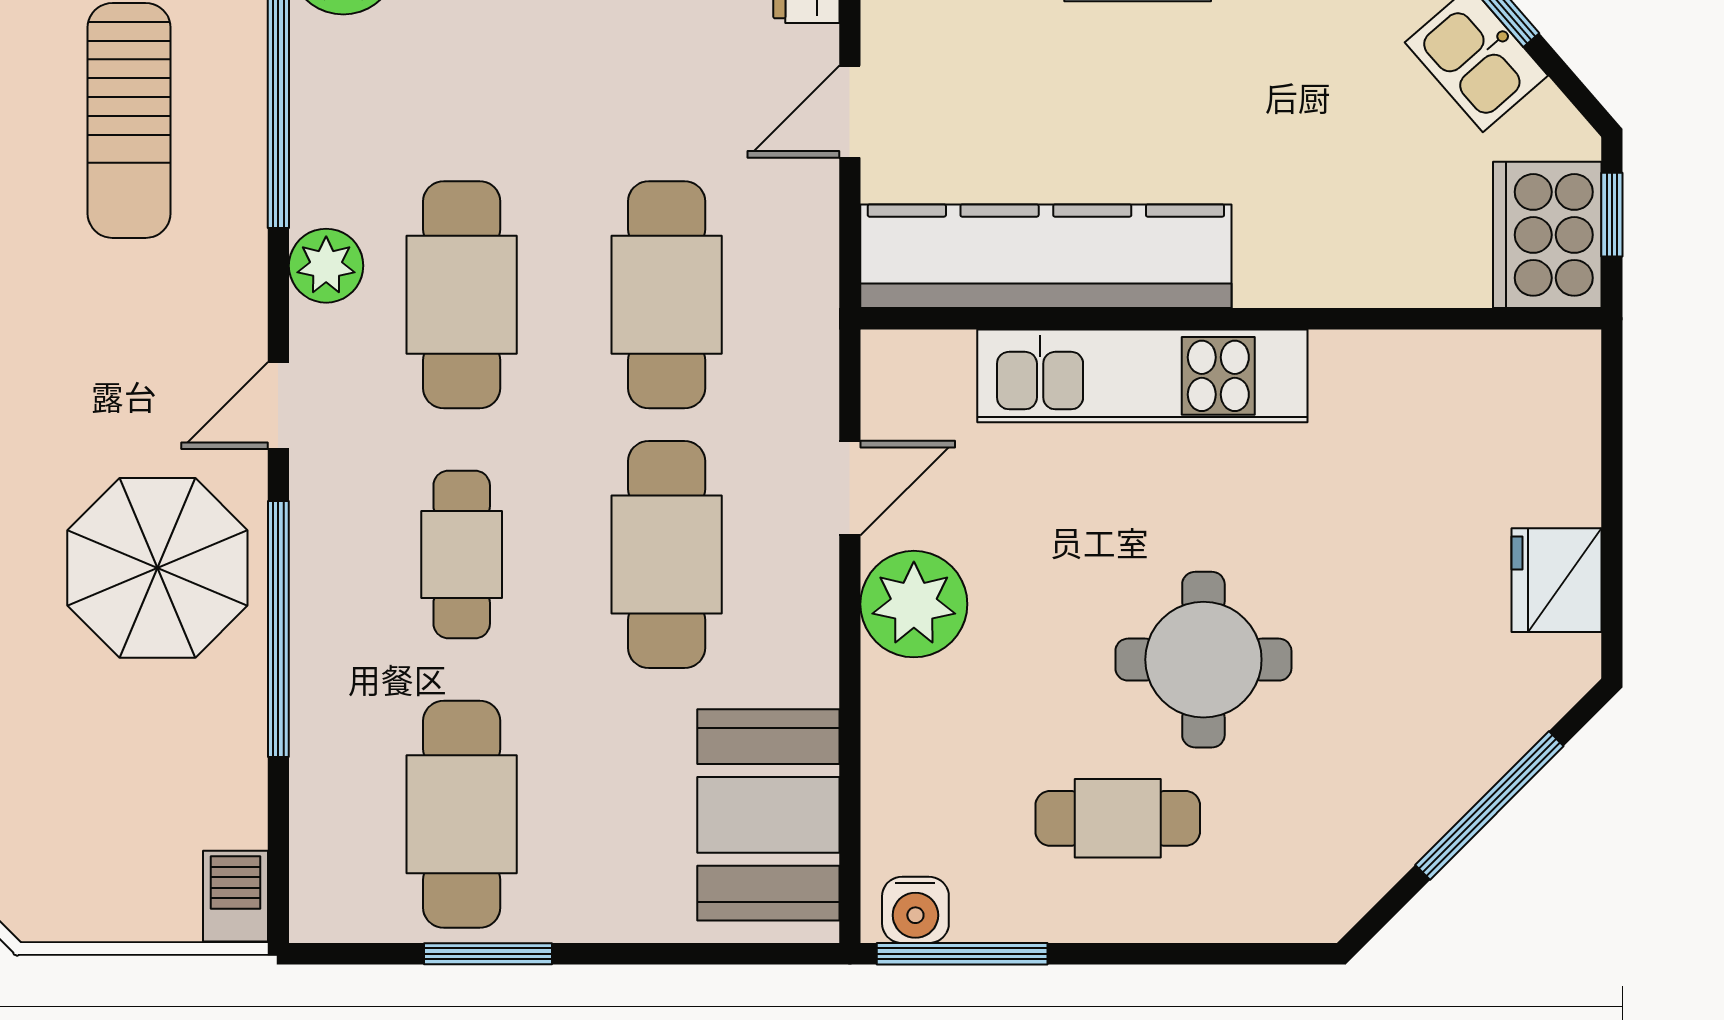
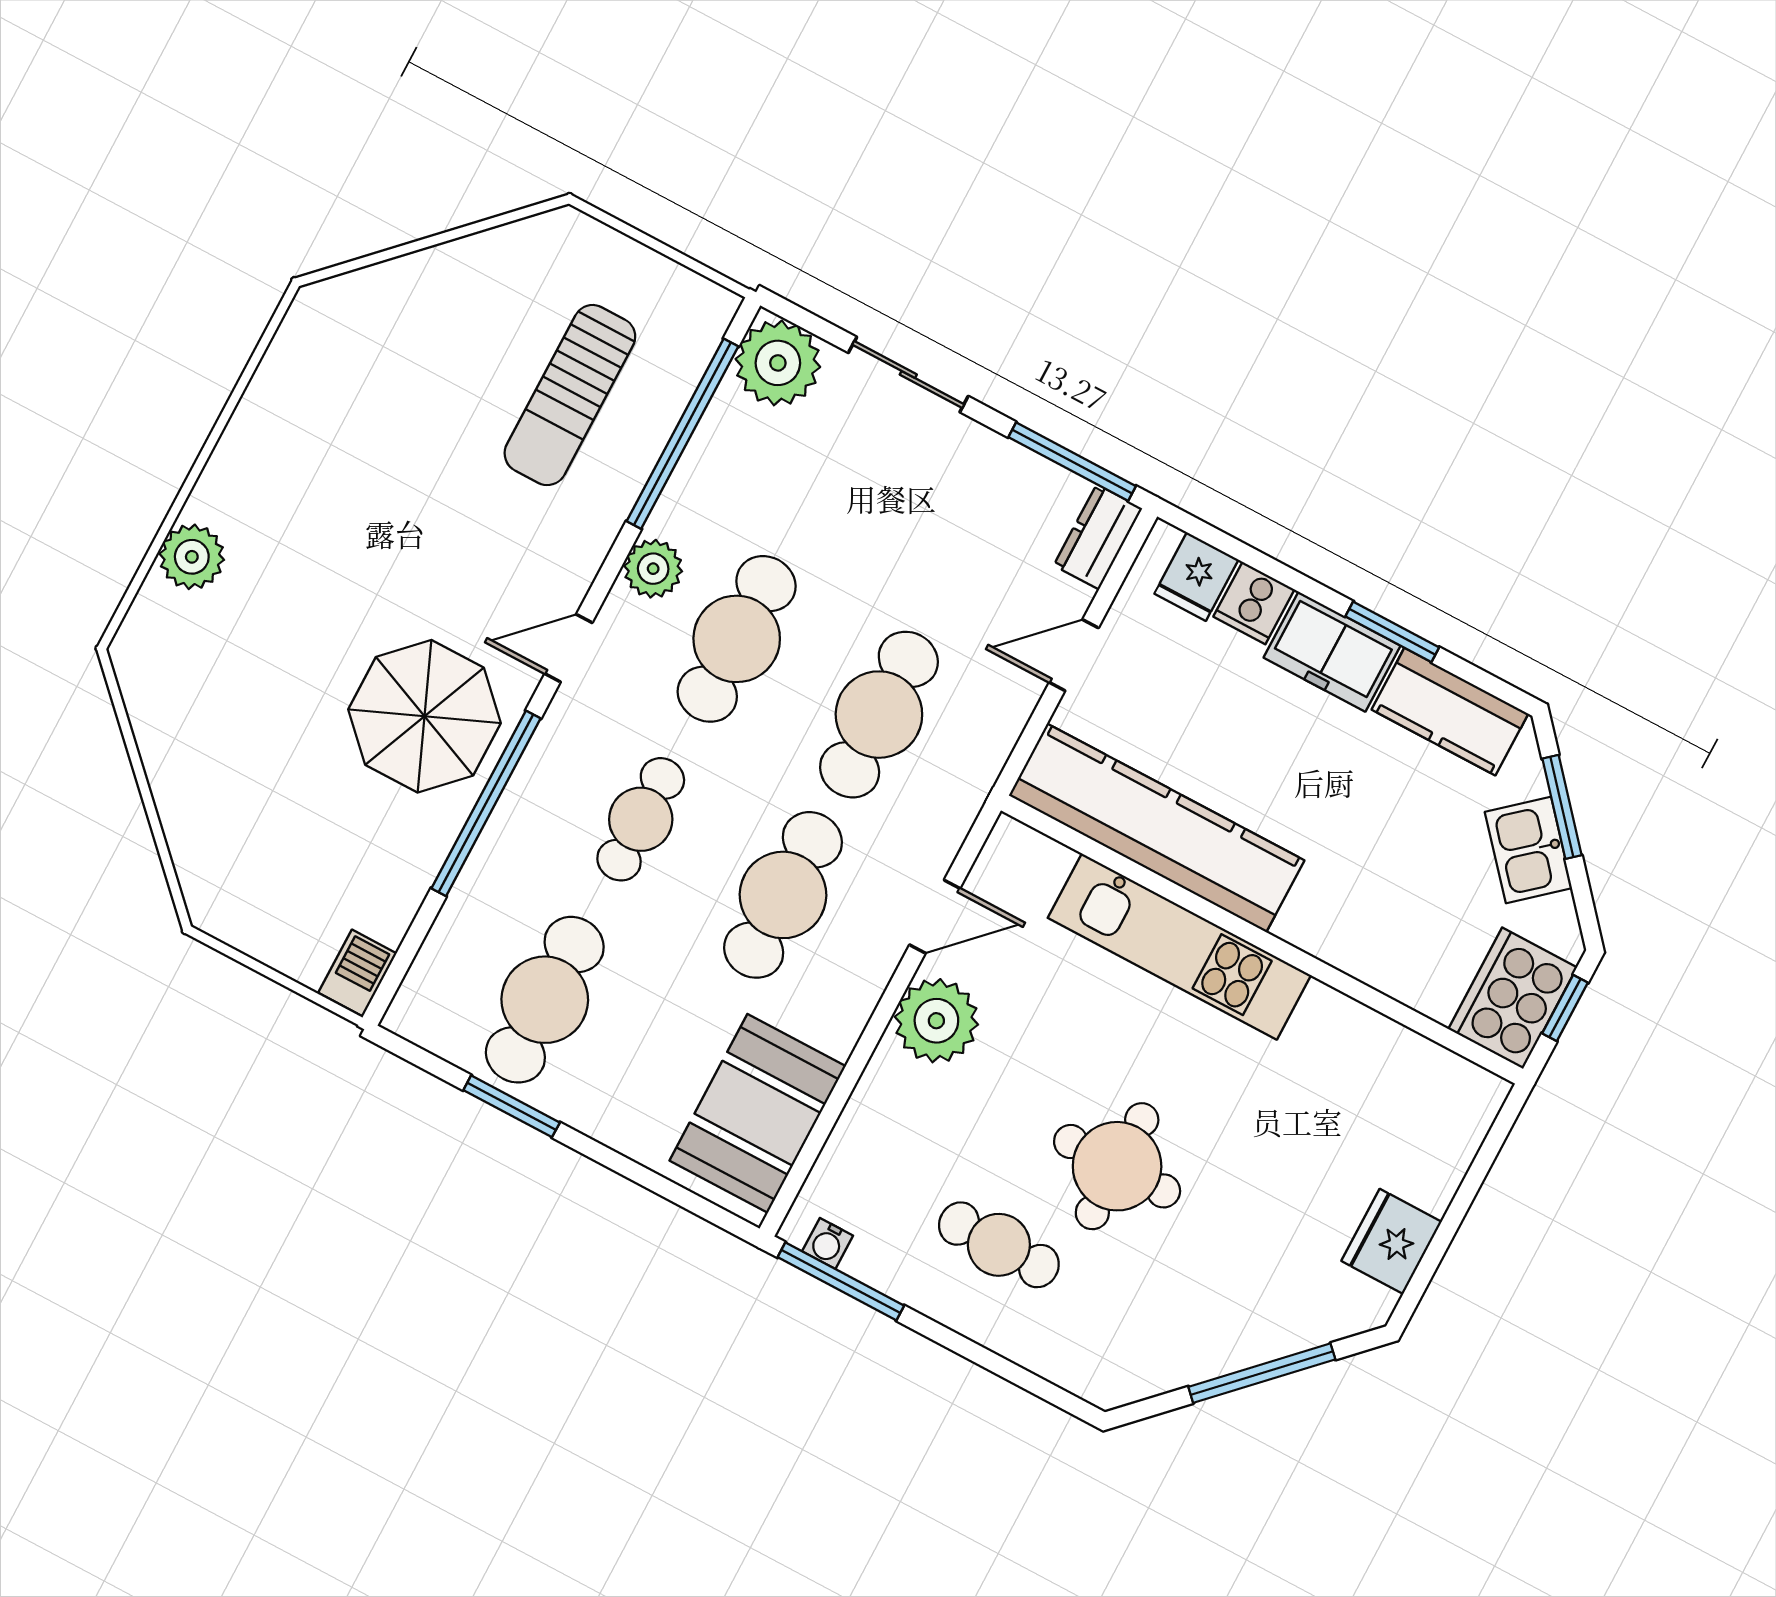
water cooler: (915, 910) -> (828, 1243), width x0.72, depth x0.72

